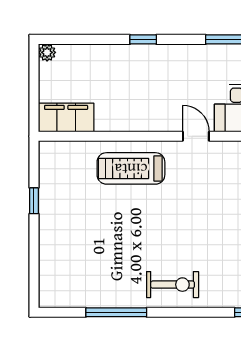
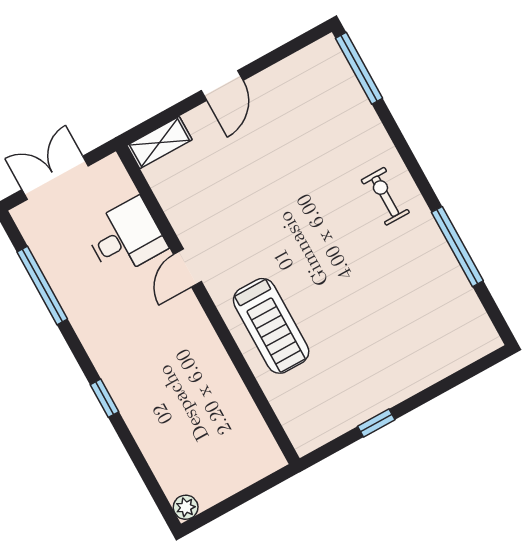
filing cabinet: (66, 117) -> (252, 440), removed
exercise bike: (173, 285) -> (385, 196), width x0.73, depth x0.72

